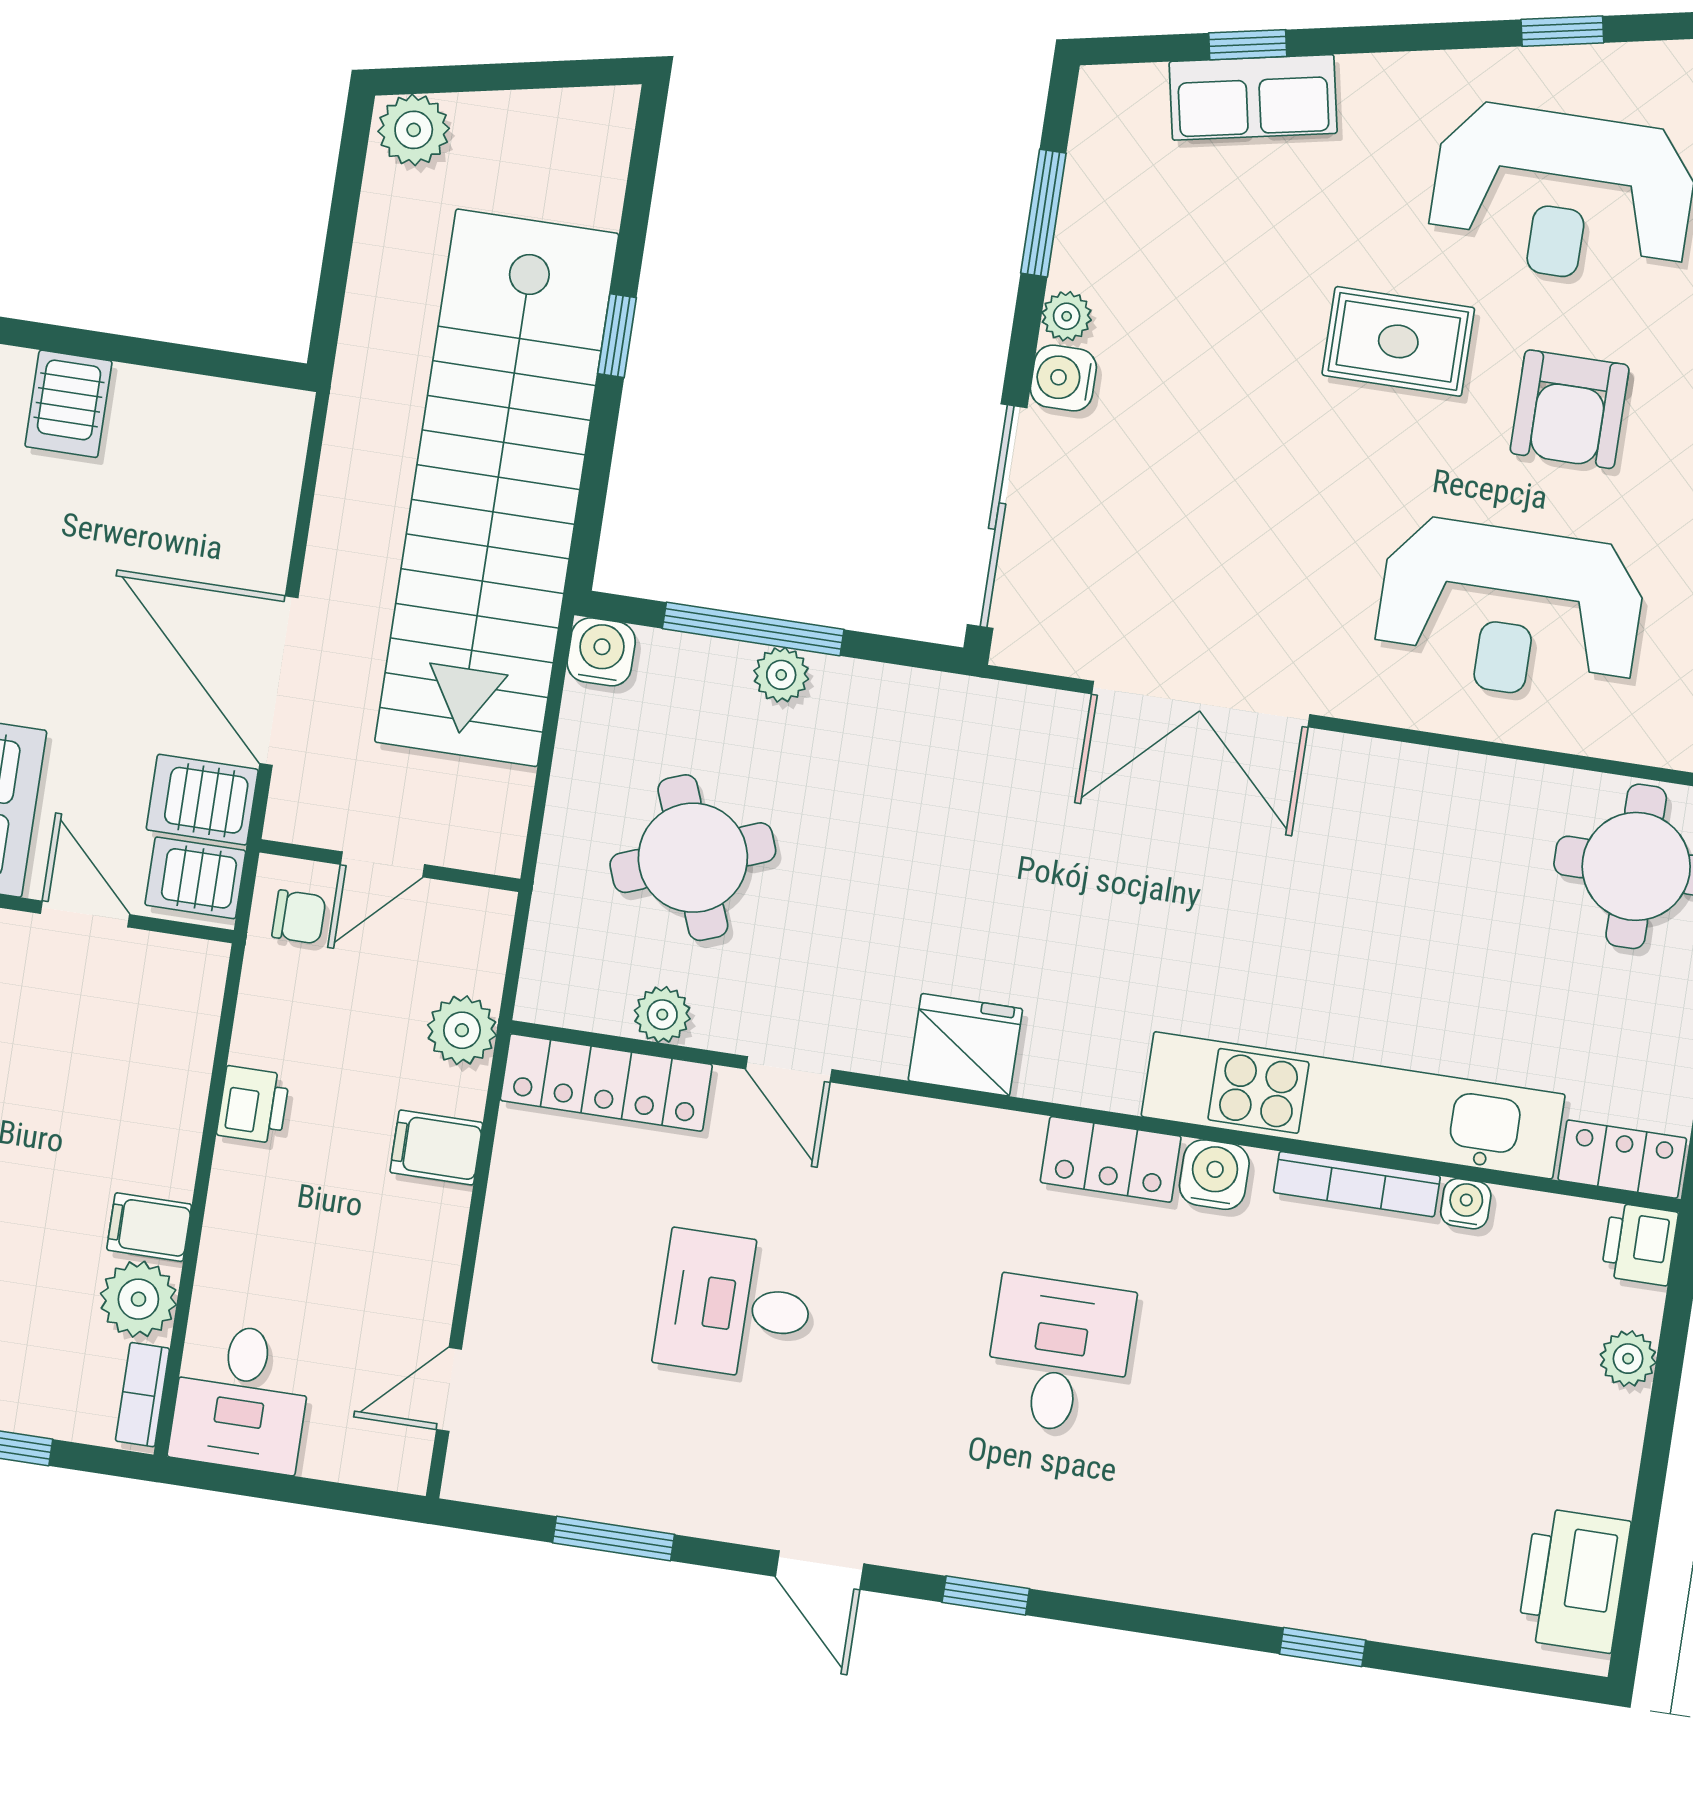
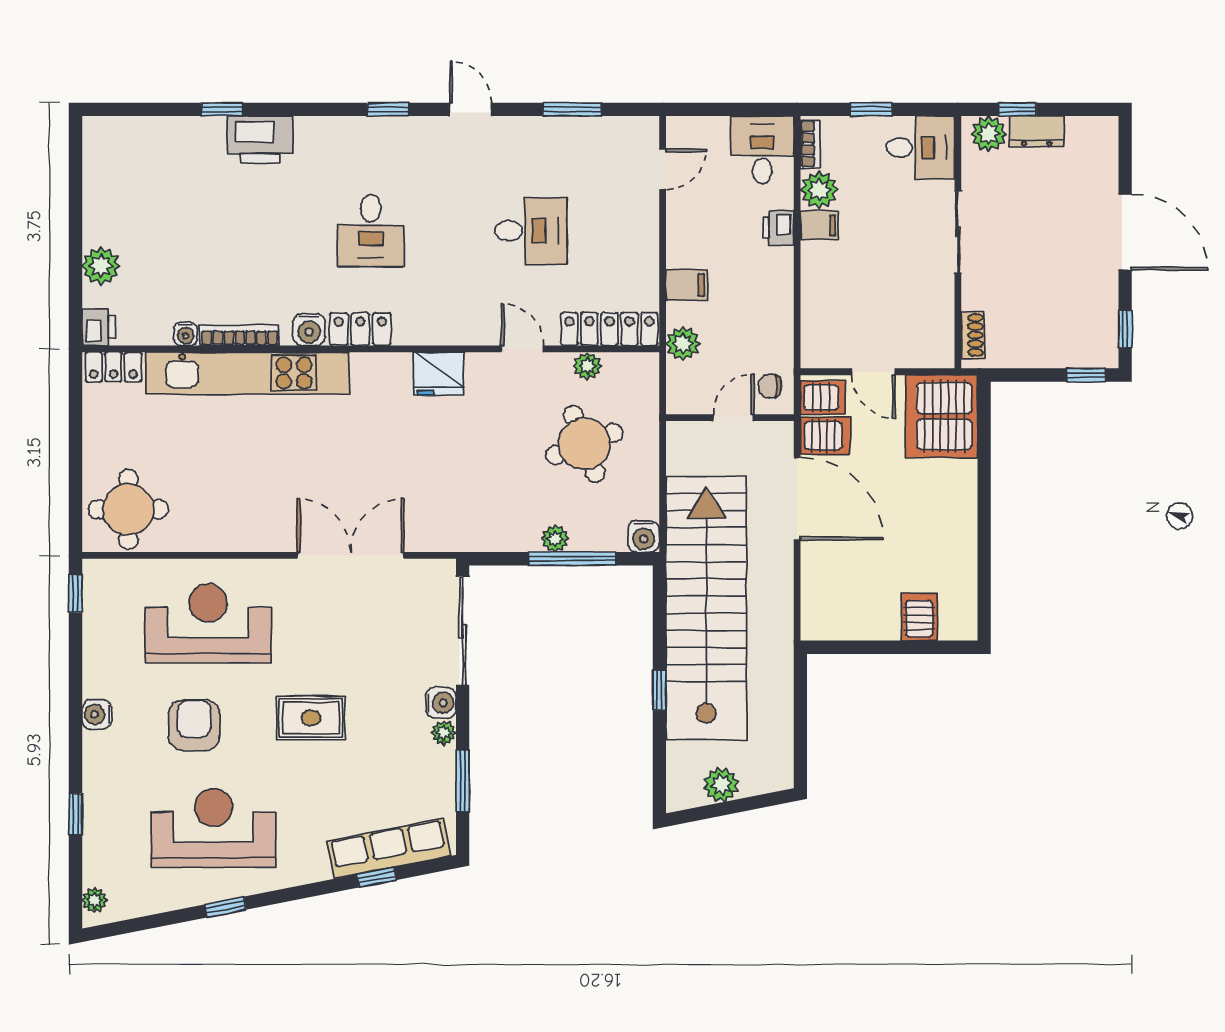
row of seats: (1253, 97) -> (389, 848), width x1.48
plant: (414, 130) -> (721, 785), moved
rug: (1398, 341) -> (311, 718), moved
printer: (253, 1105) -> (778, 228), moved
plant: (1628, 1359) -> (101, 266), width x1.38, depth x1.38
printer: (1574, 1580) -> (260, 139), moved, turned 90

